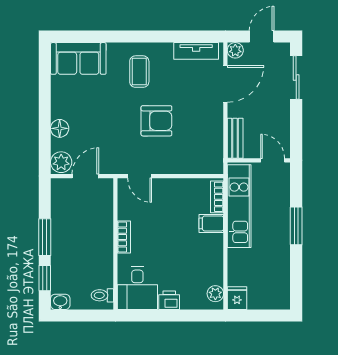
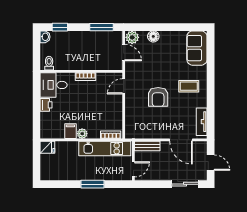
plant: (235, 50) -> (202, 146), removed
filing cabinet: (211, 223) -> (70, 131), moved
window: (45, 237) -> (102, 27), moved
plant: (215, 294) -> (82, 134), moved

